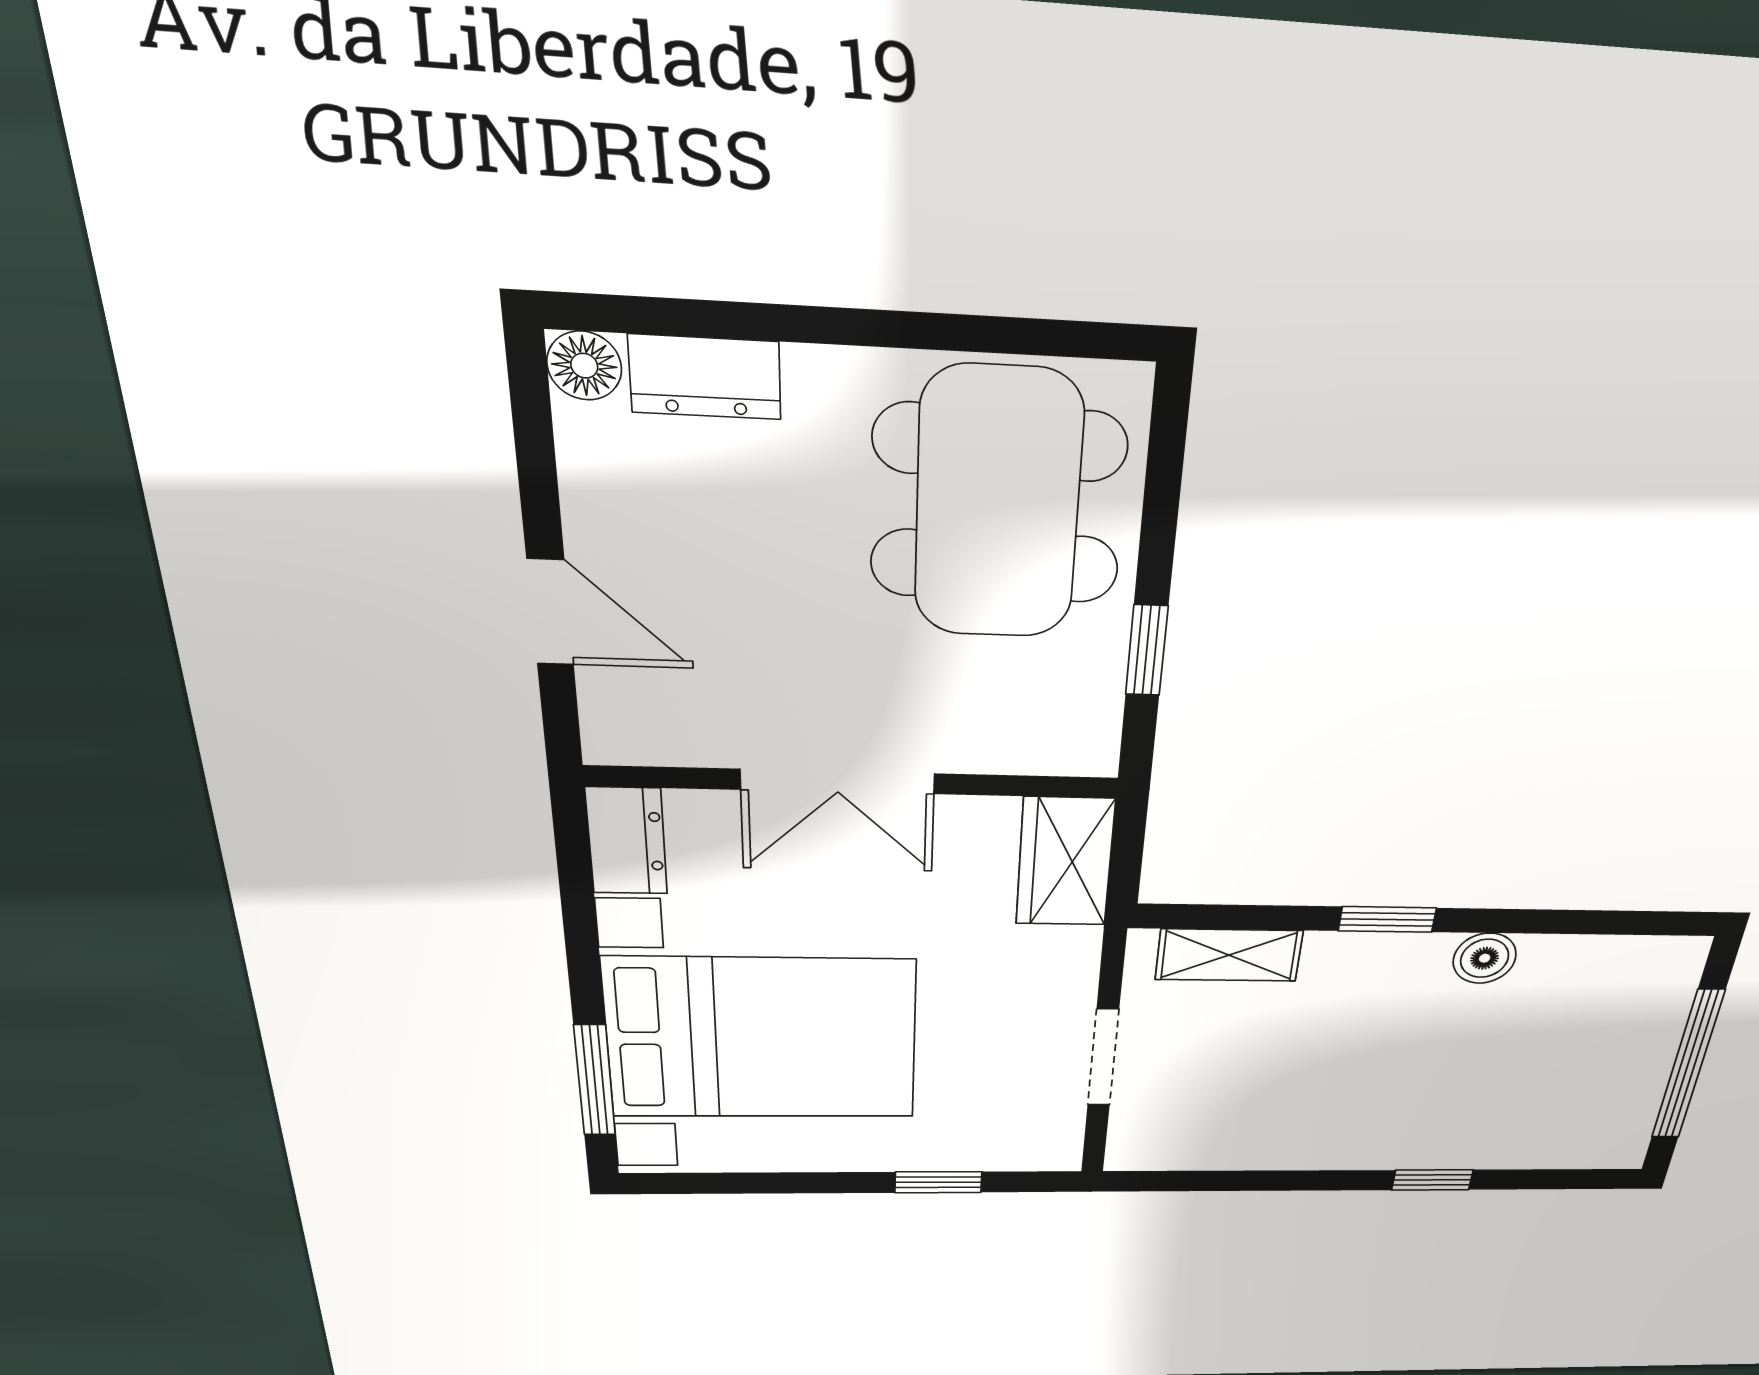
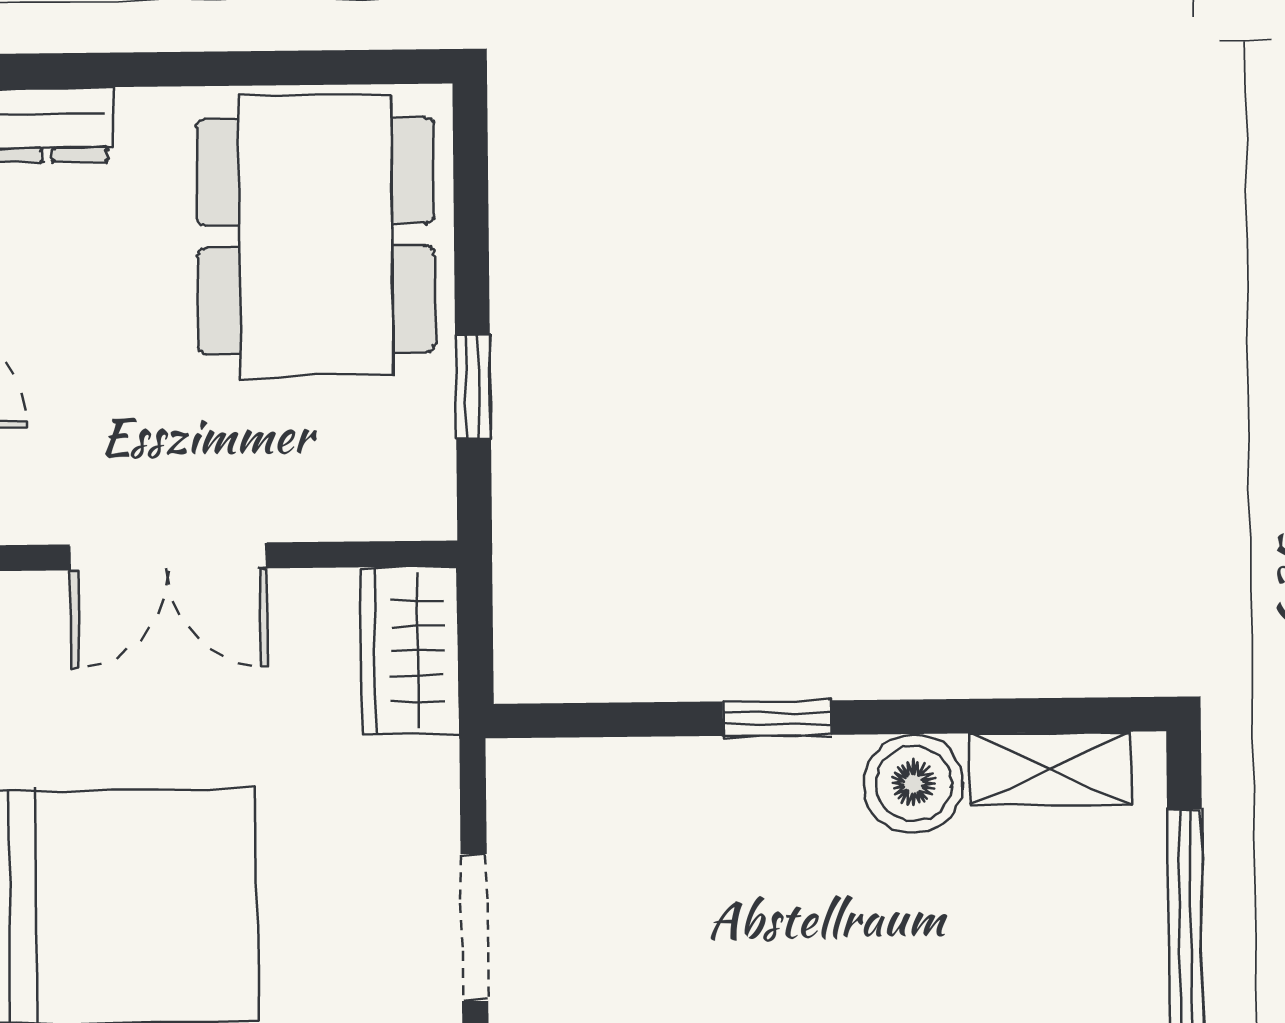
shelving: (1229, 955) -> (1050, 769), moved
boiler: (1485, 958) -> (914, 784), width x1.36, depth x1.36

